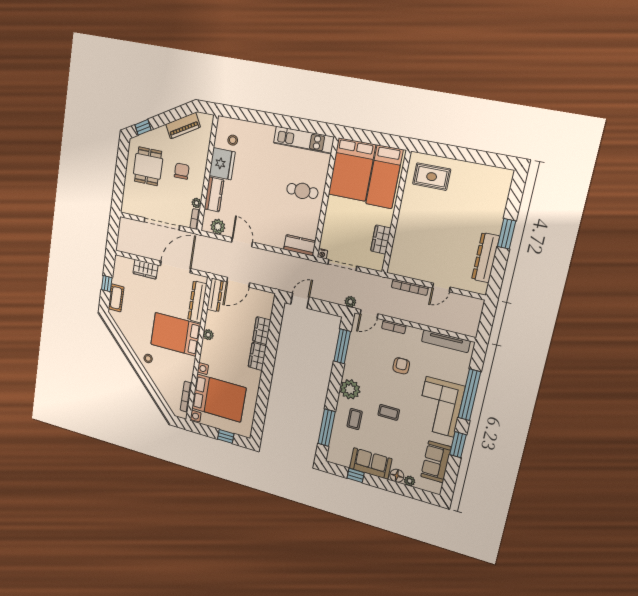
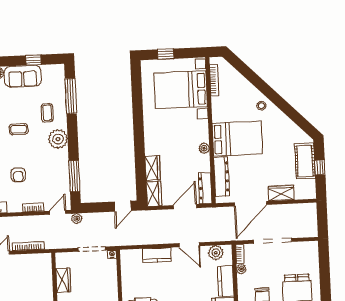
kitchen counter: (300, 245) -> (157, 255), moved
cot: (116, 298) -> (305, 161), width x1.37, depth x1.34
wardrobe: (257, 356) -> (154, 194), moved

